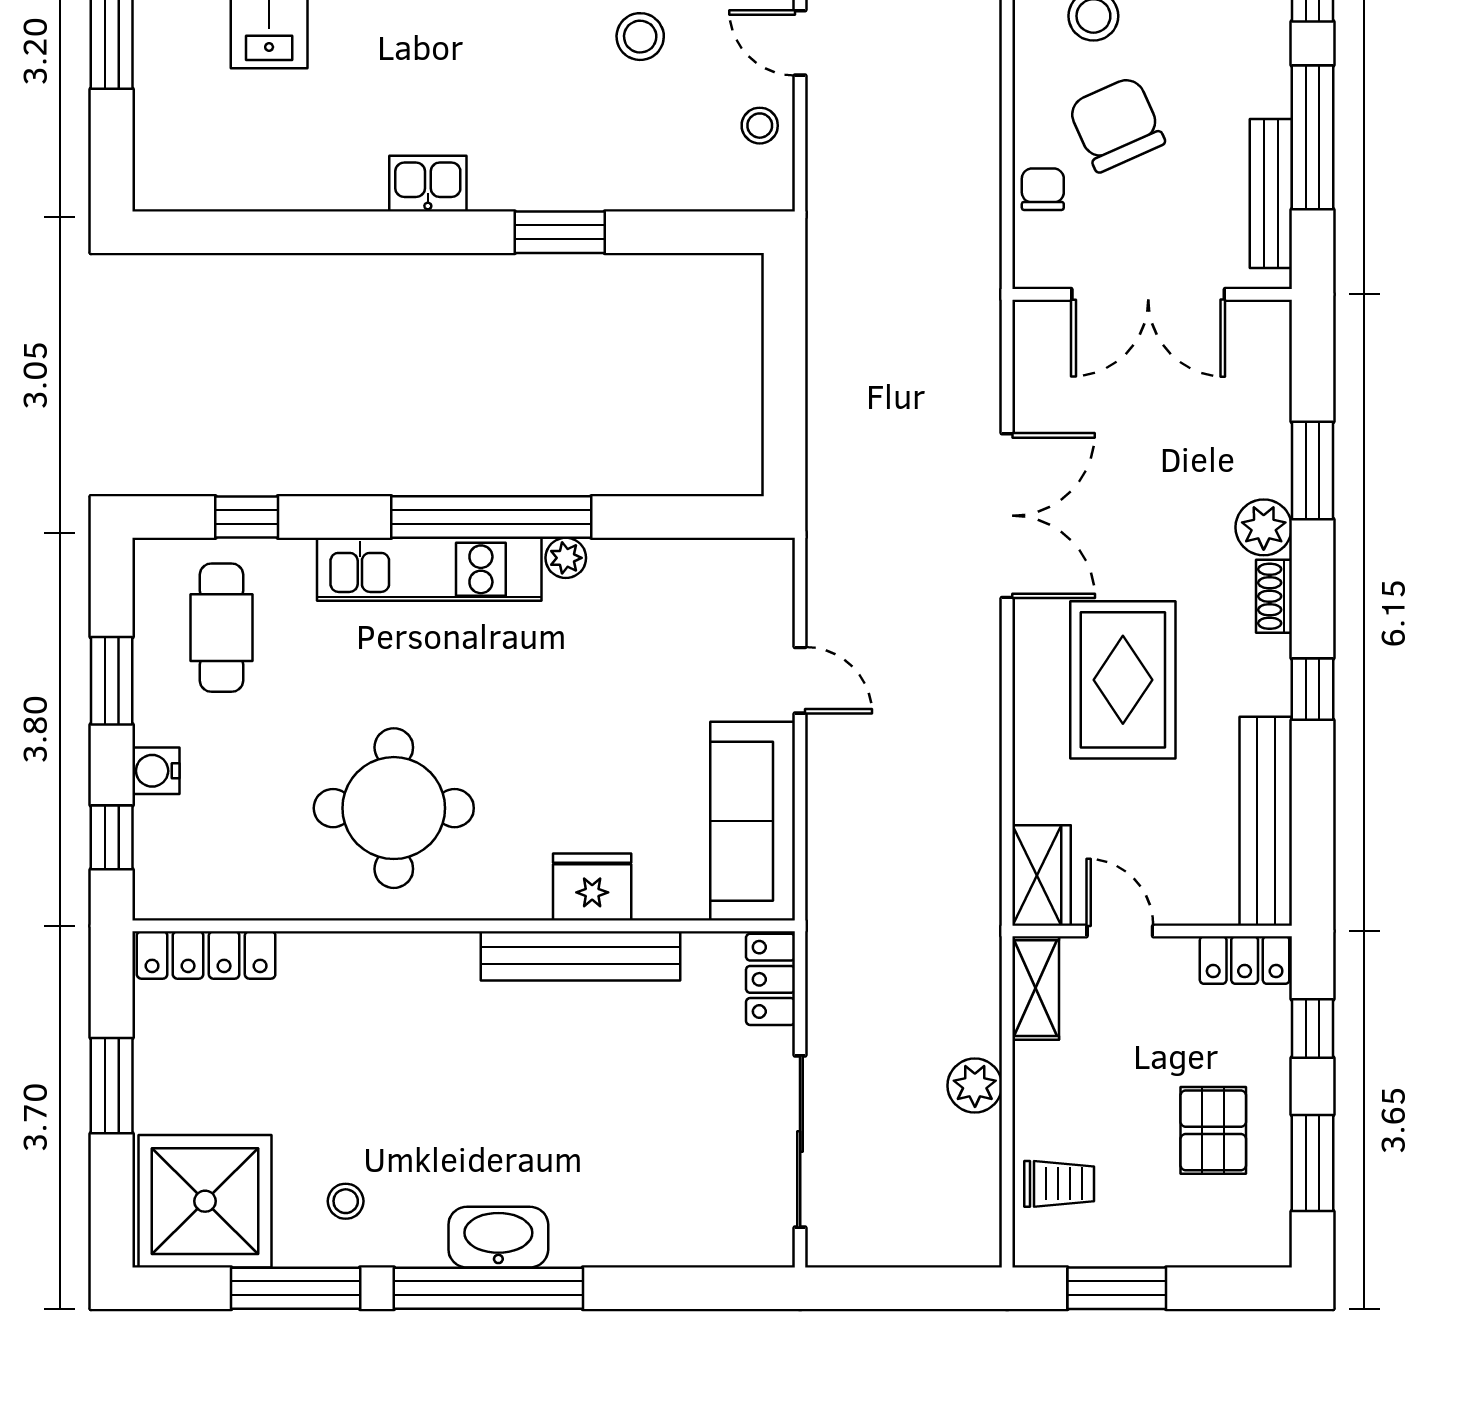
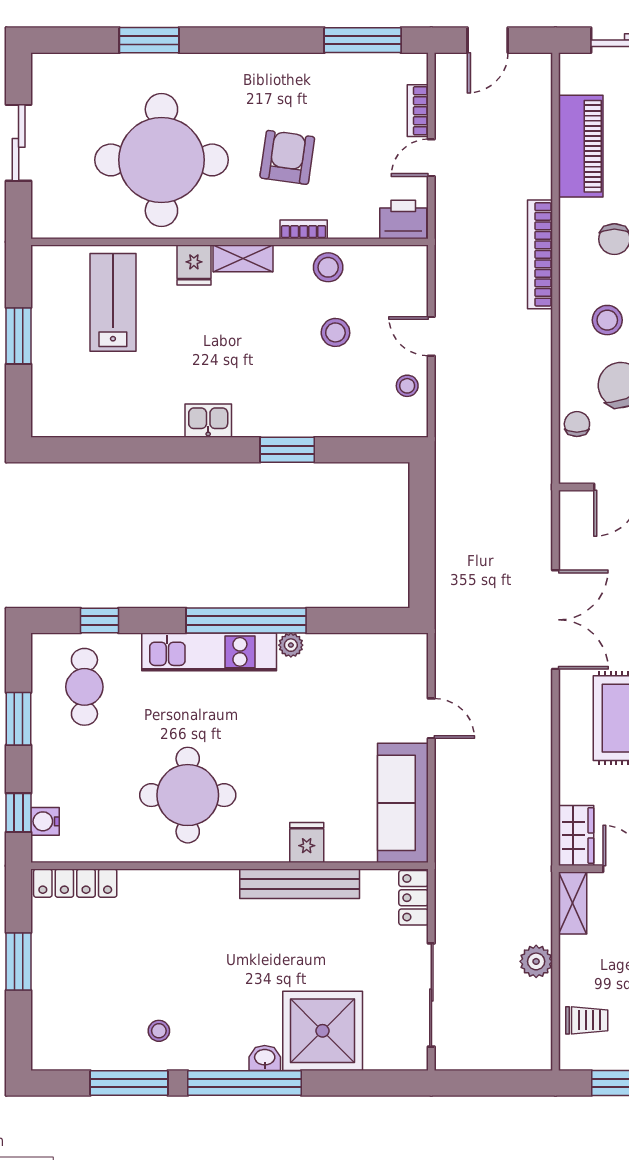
water cooler: (156, 771) -> (45, 821), moved
fridge: (592, 887) -> (307, 842), width x0.72
shower: (205, 1201) -> (323, 1031), moved
washbasin: (498, 1237) -> (265, 1058), width x0.52, depth x0.69

